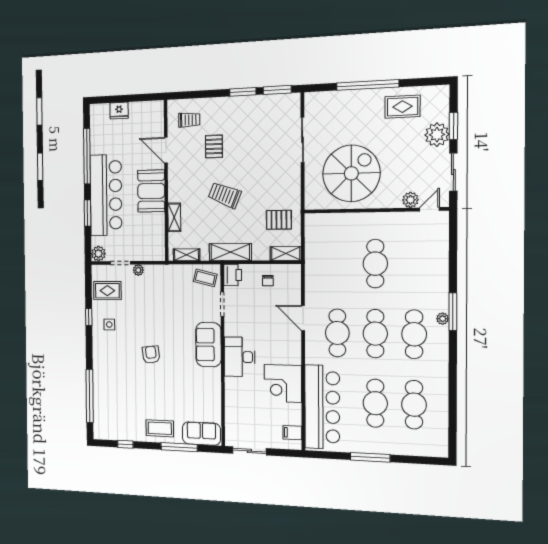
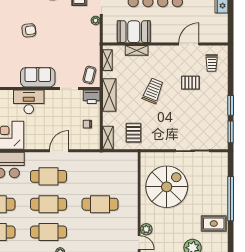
rug: (402, 107) -> (214, 224), turned 90
spiral stairs: (351, 173) -> (167, 187), turned -90
booth: (151, 191) -> (134, 32), moved

